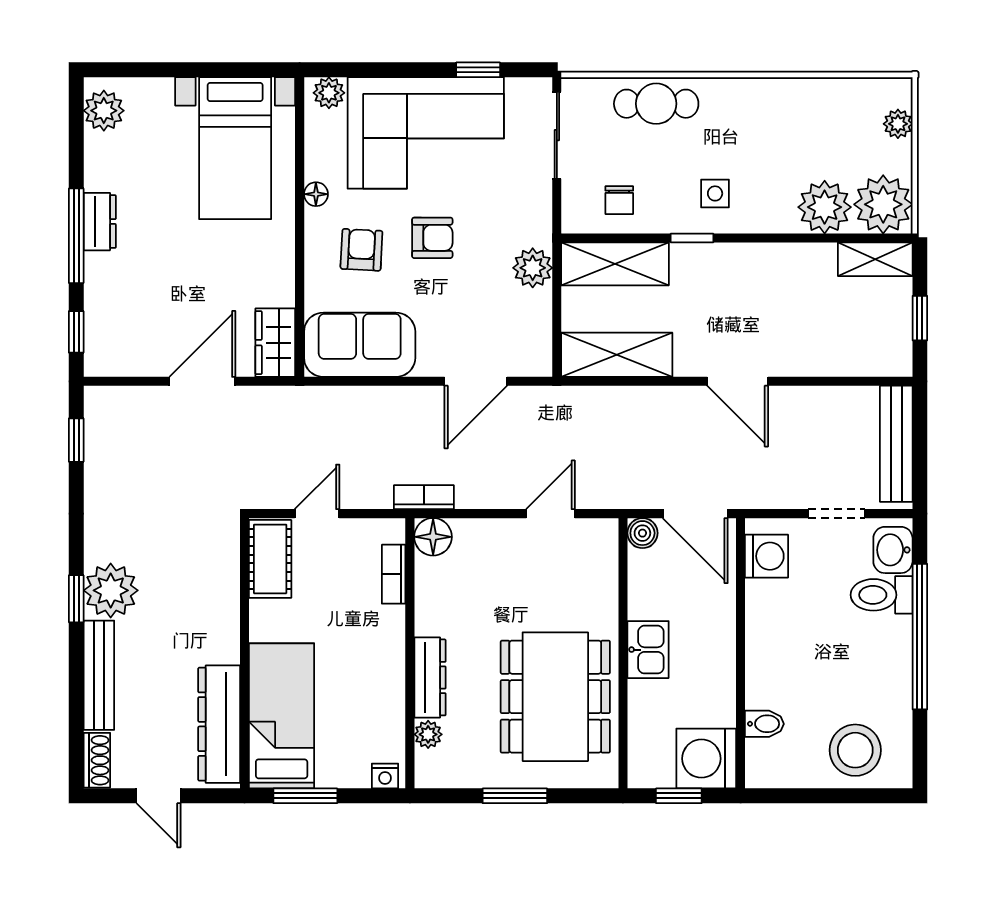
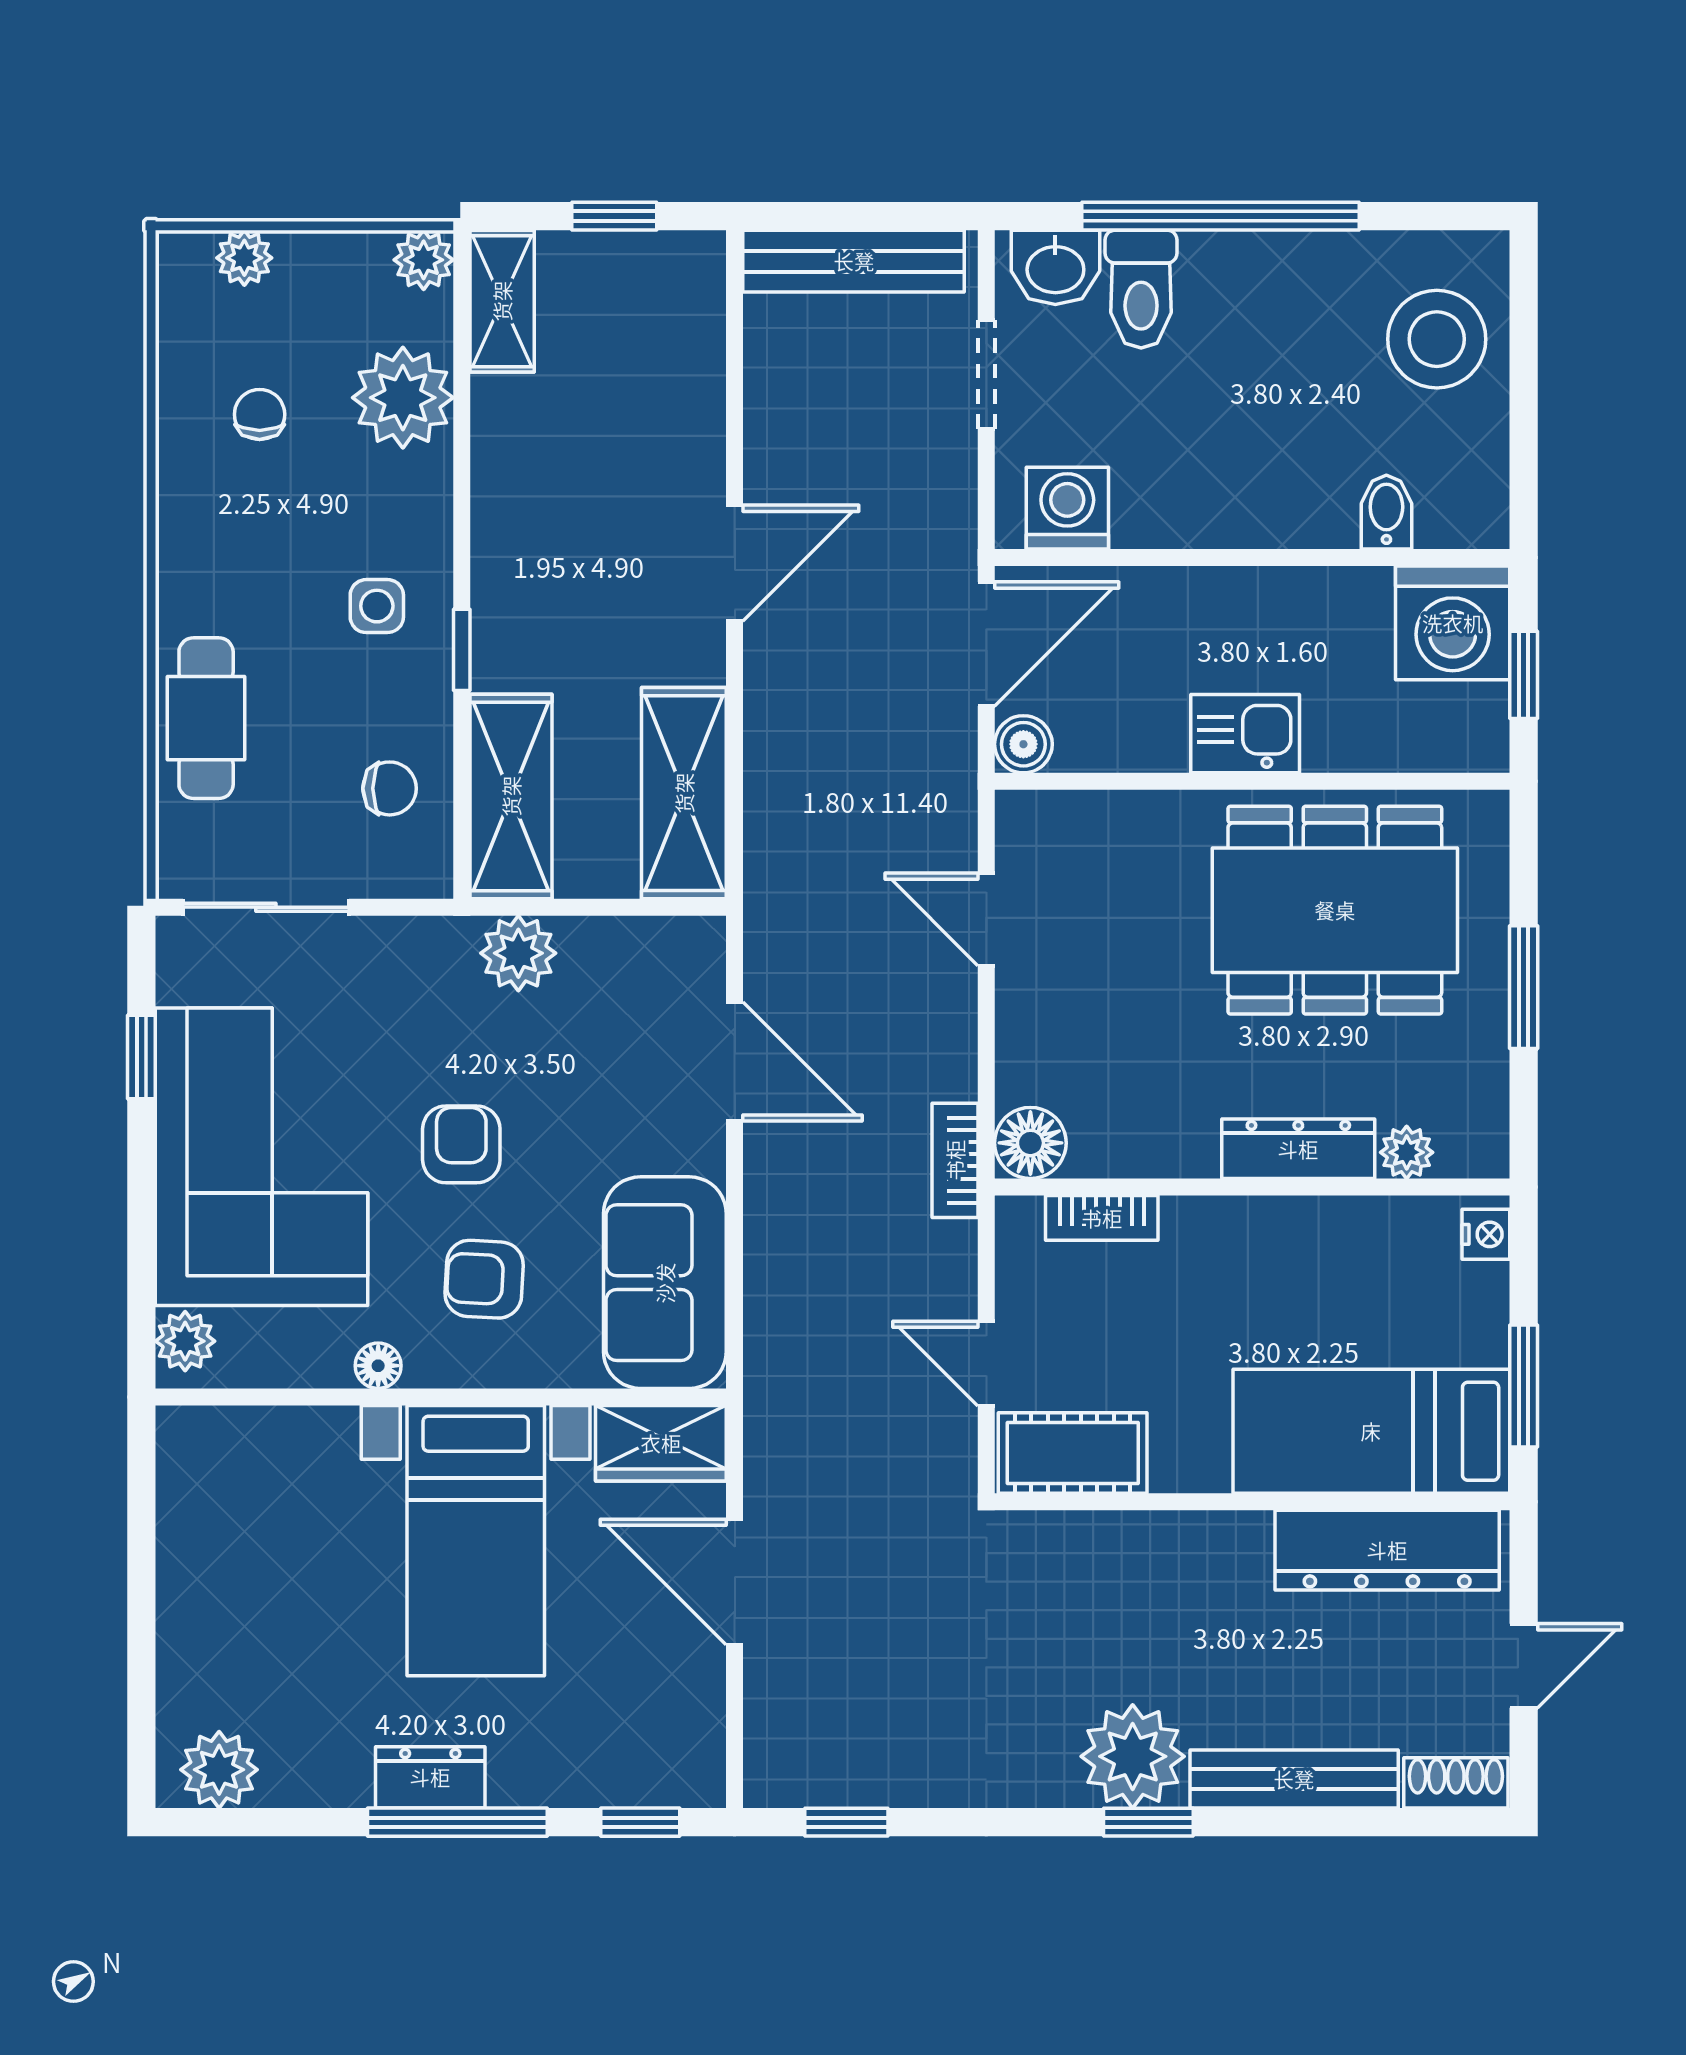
chair: (816, 132) -> (260, 414), added
bed with nightstands: (235, 148) -> (476, 1541), moved, turned 90
plant: (883, 204) -> (424, 260), width x0.53, depth x0.53

